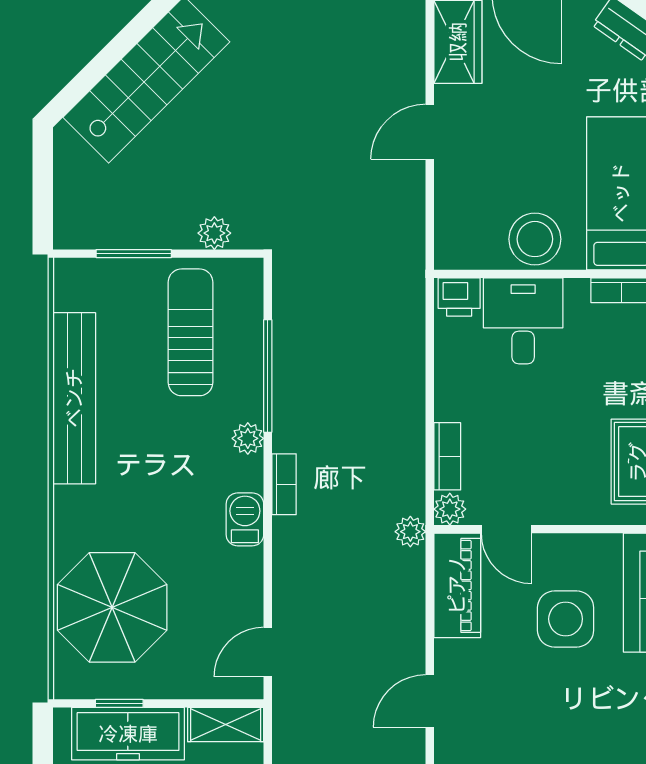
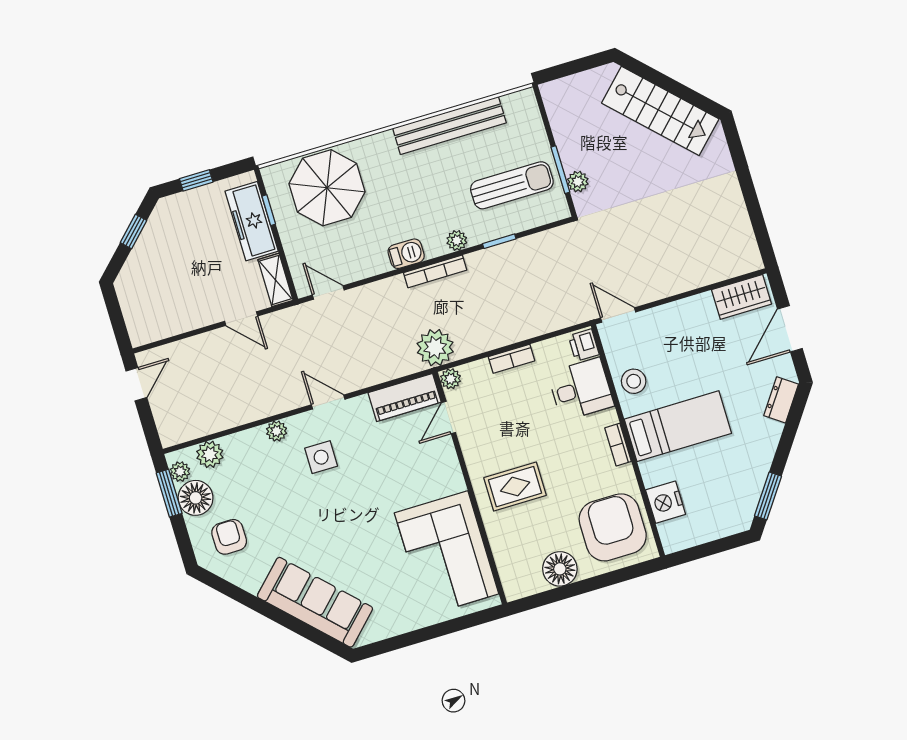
door: (430, 132) -> (618, 315), moved
stool: (535, 239) -> (634, 381), width x0.73, depth x0.73
window: (134, 254) -> (560, 170), moved
window: (268, 376) -> (499, 241), width x0.46
bookcase: (447, 456) -> (511, 359), moved
bookcase: (284, 484) -> (435, 271), width x1.56
plant: (410, 532) -> (435, 348), width x1.88, depth x1.88
side table: (566, 619) -> (321, 457), moved, width x0.73, depth x0.73

